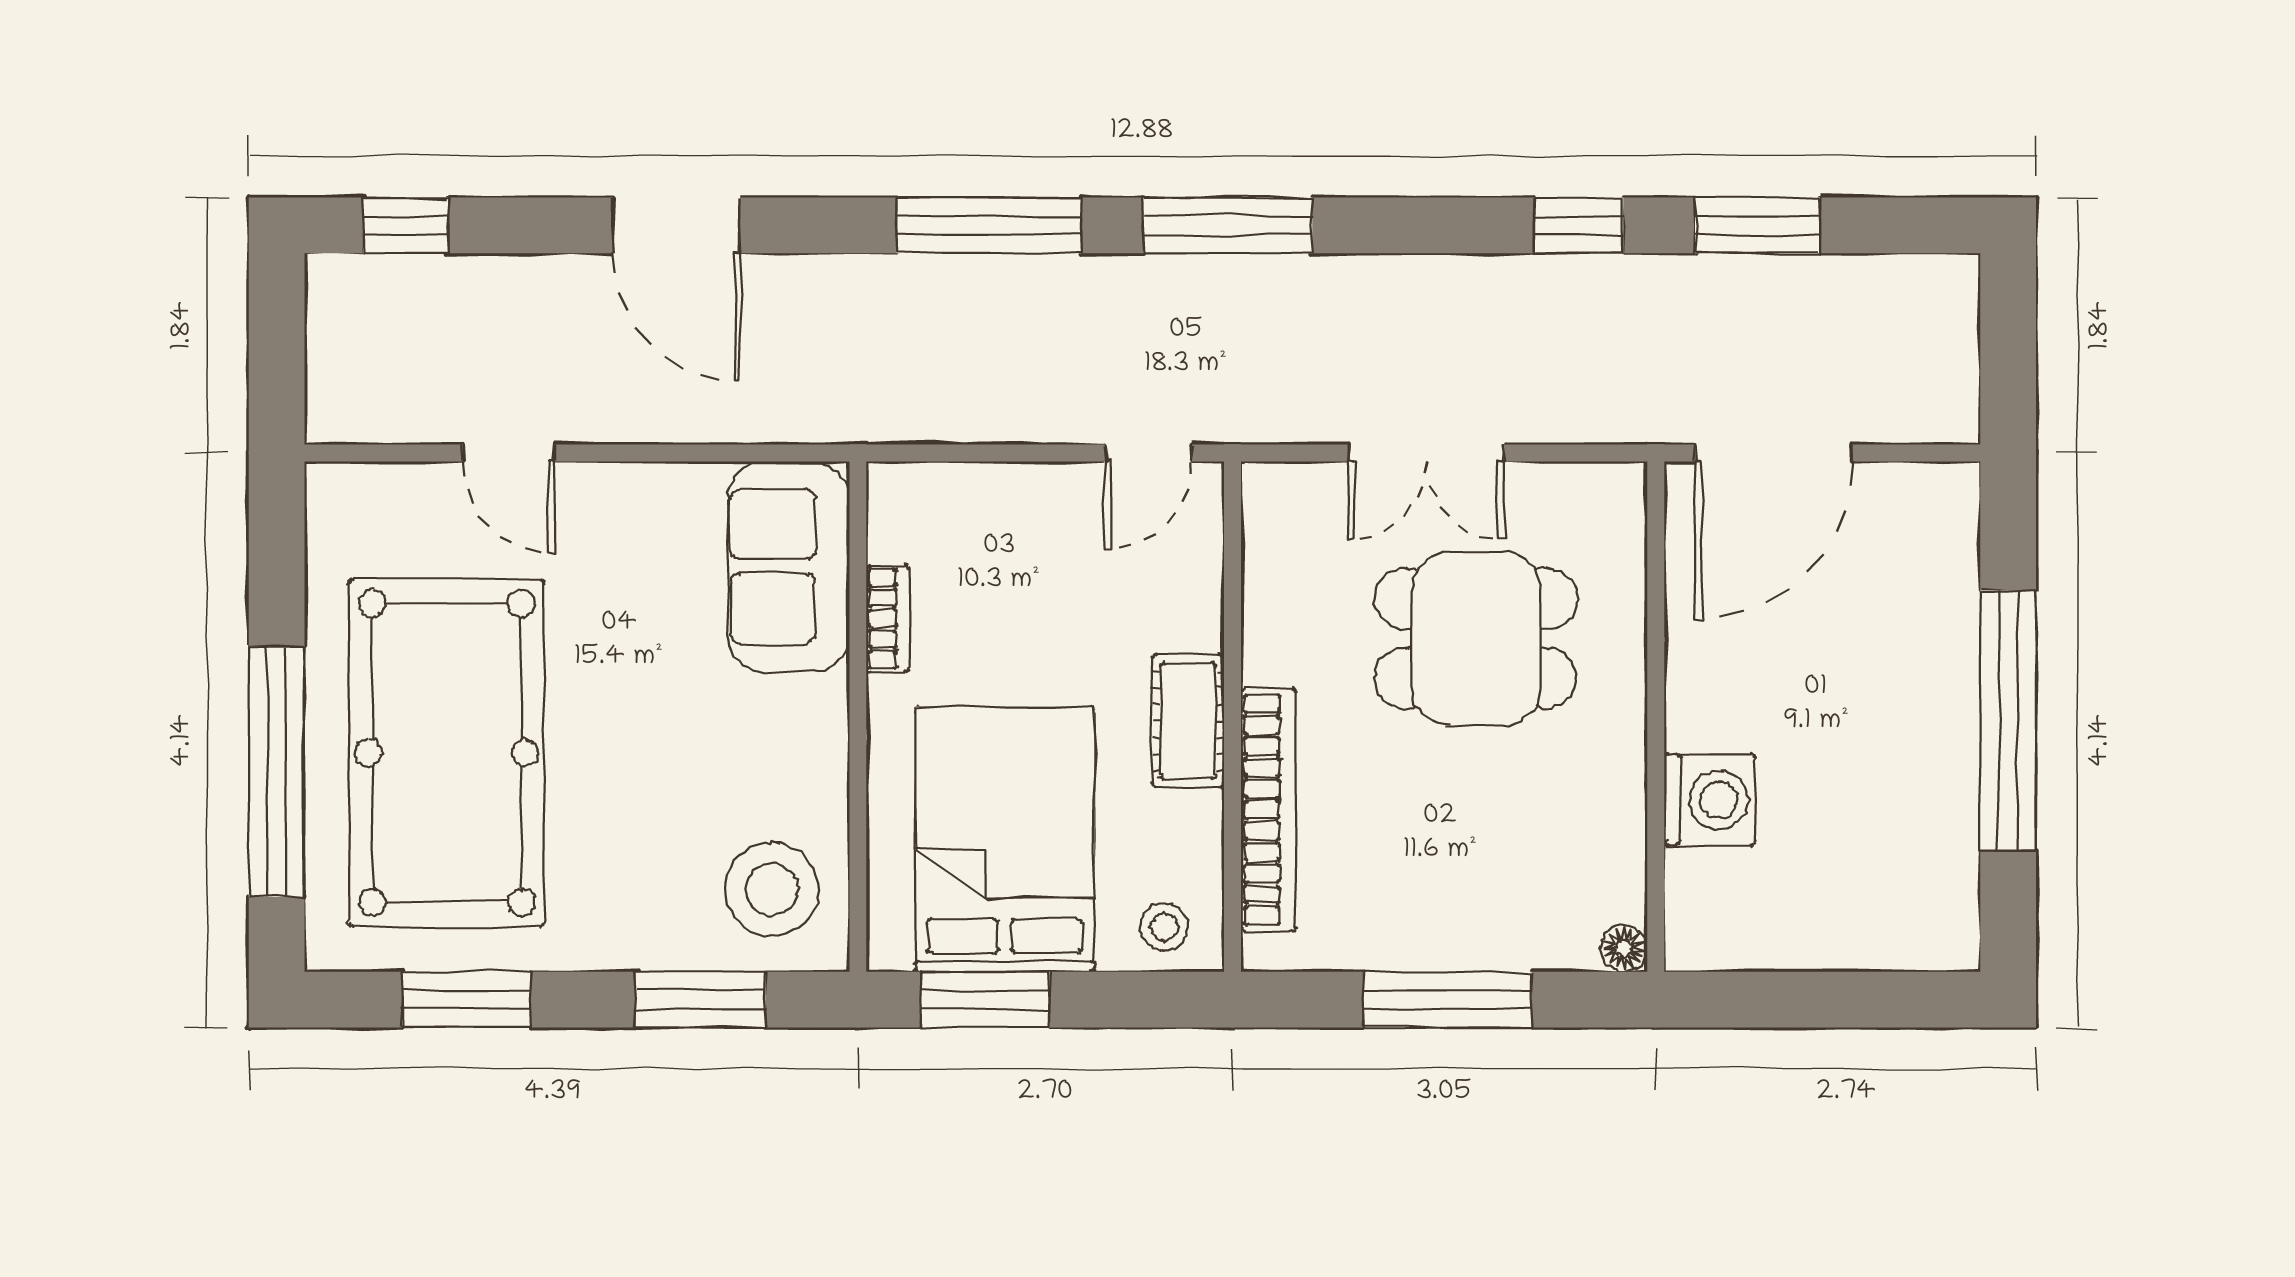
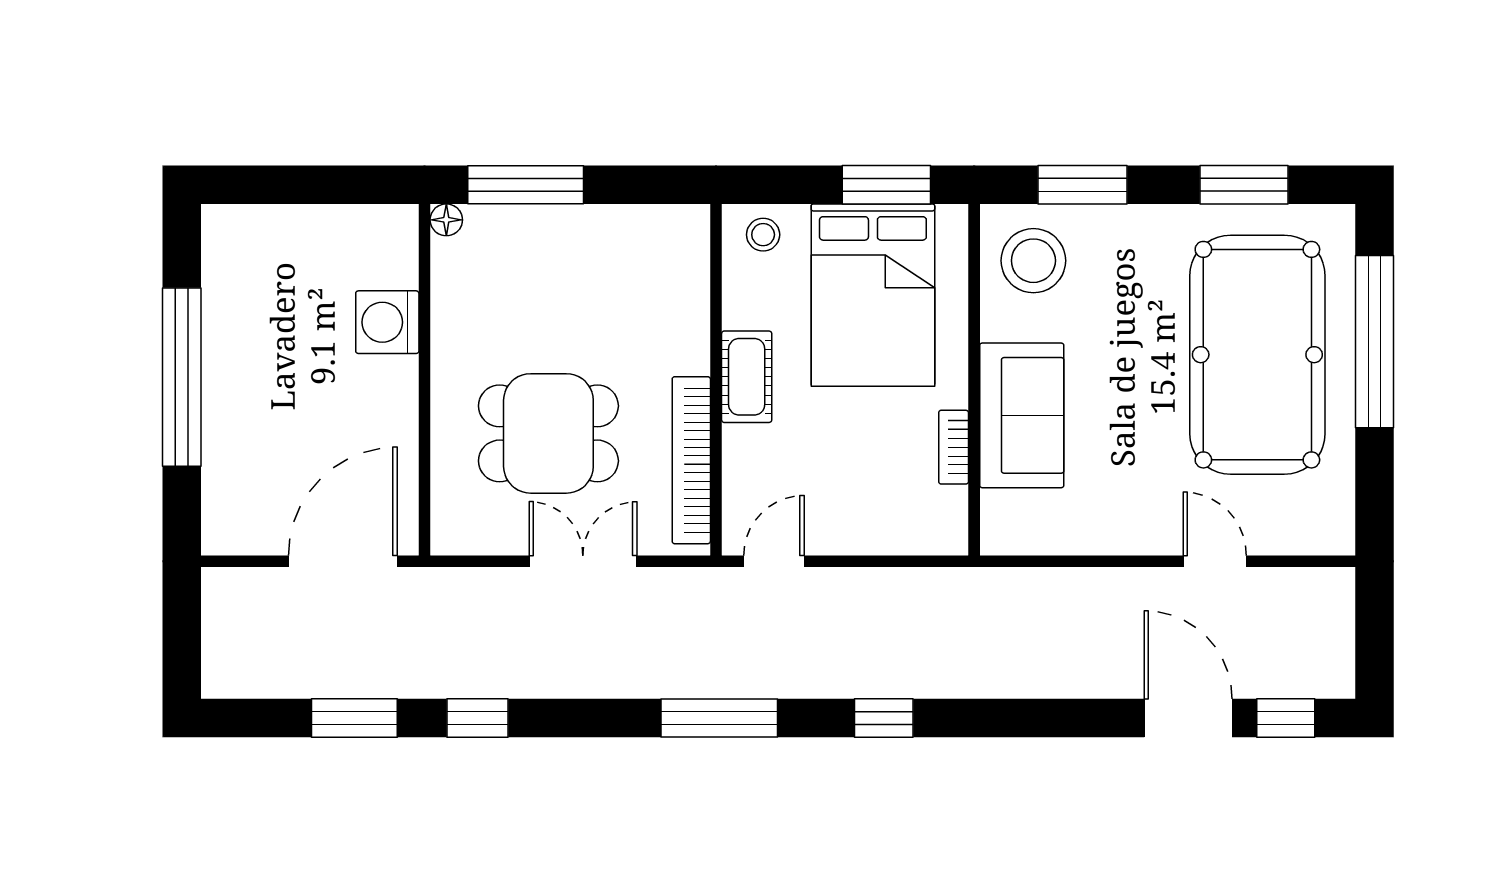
door: (677, 225) -> (1188, 718), moved
window: (989, 225) -> (884, 718), width x0.46
sofa: (789, 566) -> (1022, 415), moved
bookcase: (1268, 810) -> (691, 460), moved
window: (1448, 1000) -> (526, 185), moved

